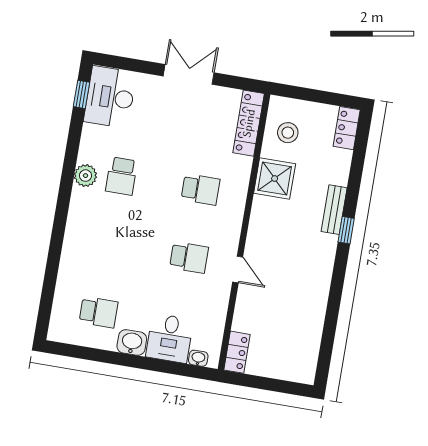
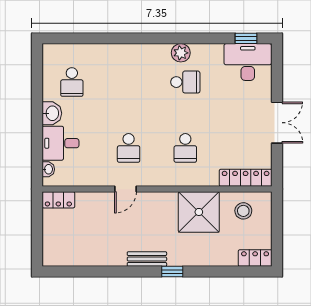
school desk: (121, 176) -> (185, 82), turned 180
shower: (275, 178) -> (199, 212), width x1.37, depth x1.37
bench: (334, 210) -> (147, 259), moved

